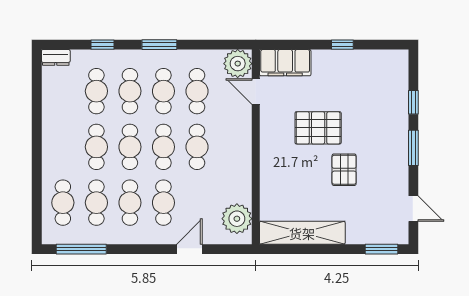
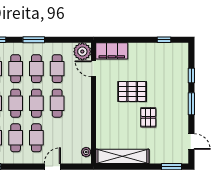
window: (342, 45) -> (164, 40), moved
plant: (237, 219) -> (86, 152), width x0.53, depth x0.53

